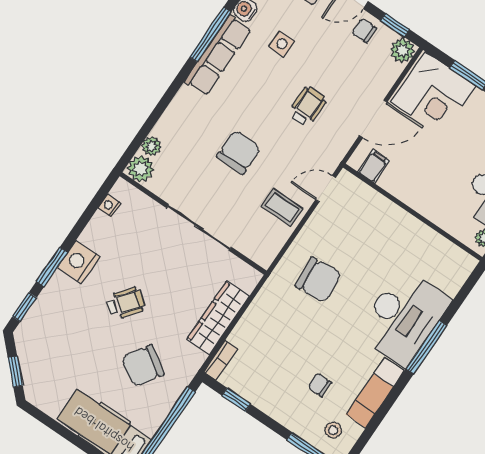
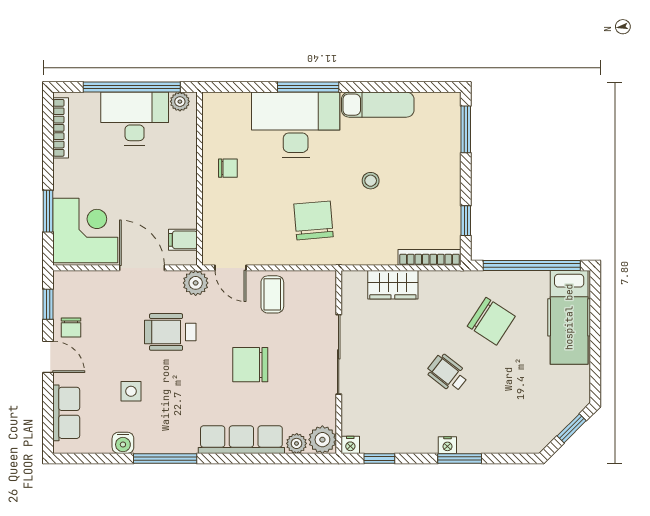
plant: (402, 50) -> (196, 283), moved
row of seats: (218, 55) -> (241, 440), moved
wheelchair: (307, 107) -> (170, 332), width x1.36, depth x1.37
nightstand: (109, 206) -> (350, 445), moved
nightstand: (79, 262) -> (447, 445), width x0.53, depth x0.56
window: (24, 307) -> (379, 458), moved
wardrobe: (218, 318) -> (393, 285), width x0.67
bookcase: (221, 360) -> (429, 257), width x1.56
chair: (319, 385) -> (228, 168), moved, turned -90
stool: (333, 430) -> (371, 181), moved

